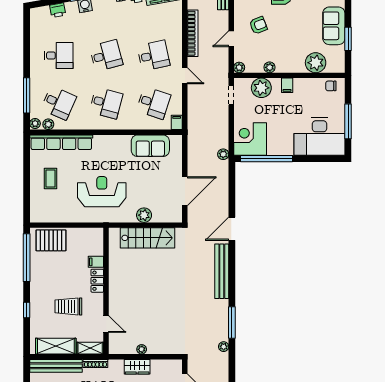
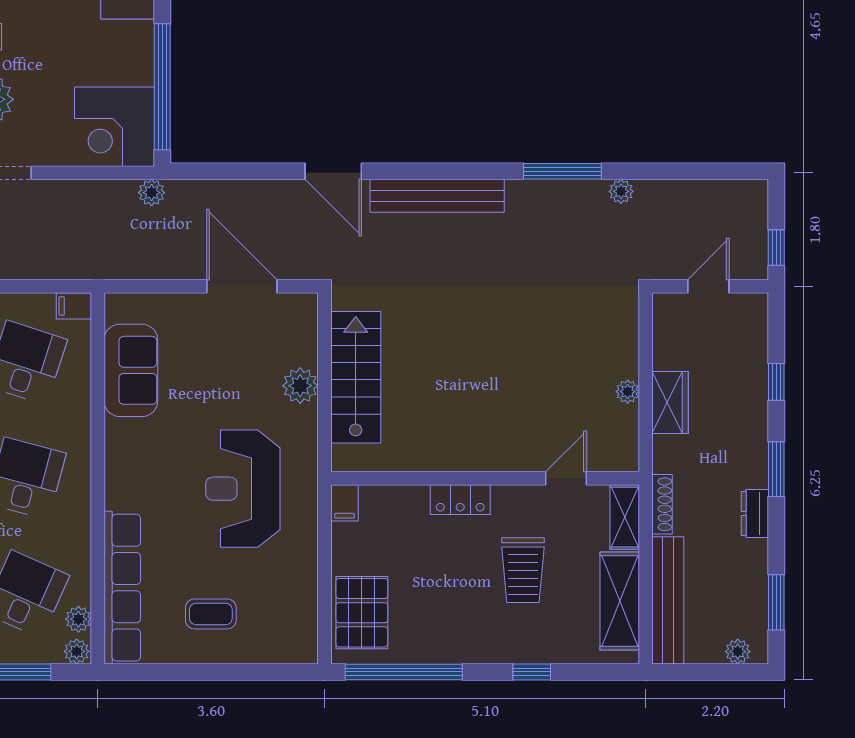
filing cabinet: (96, 262) -> (344, 503), moved

